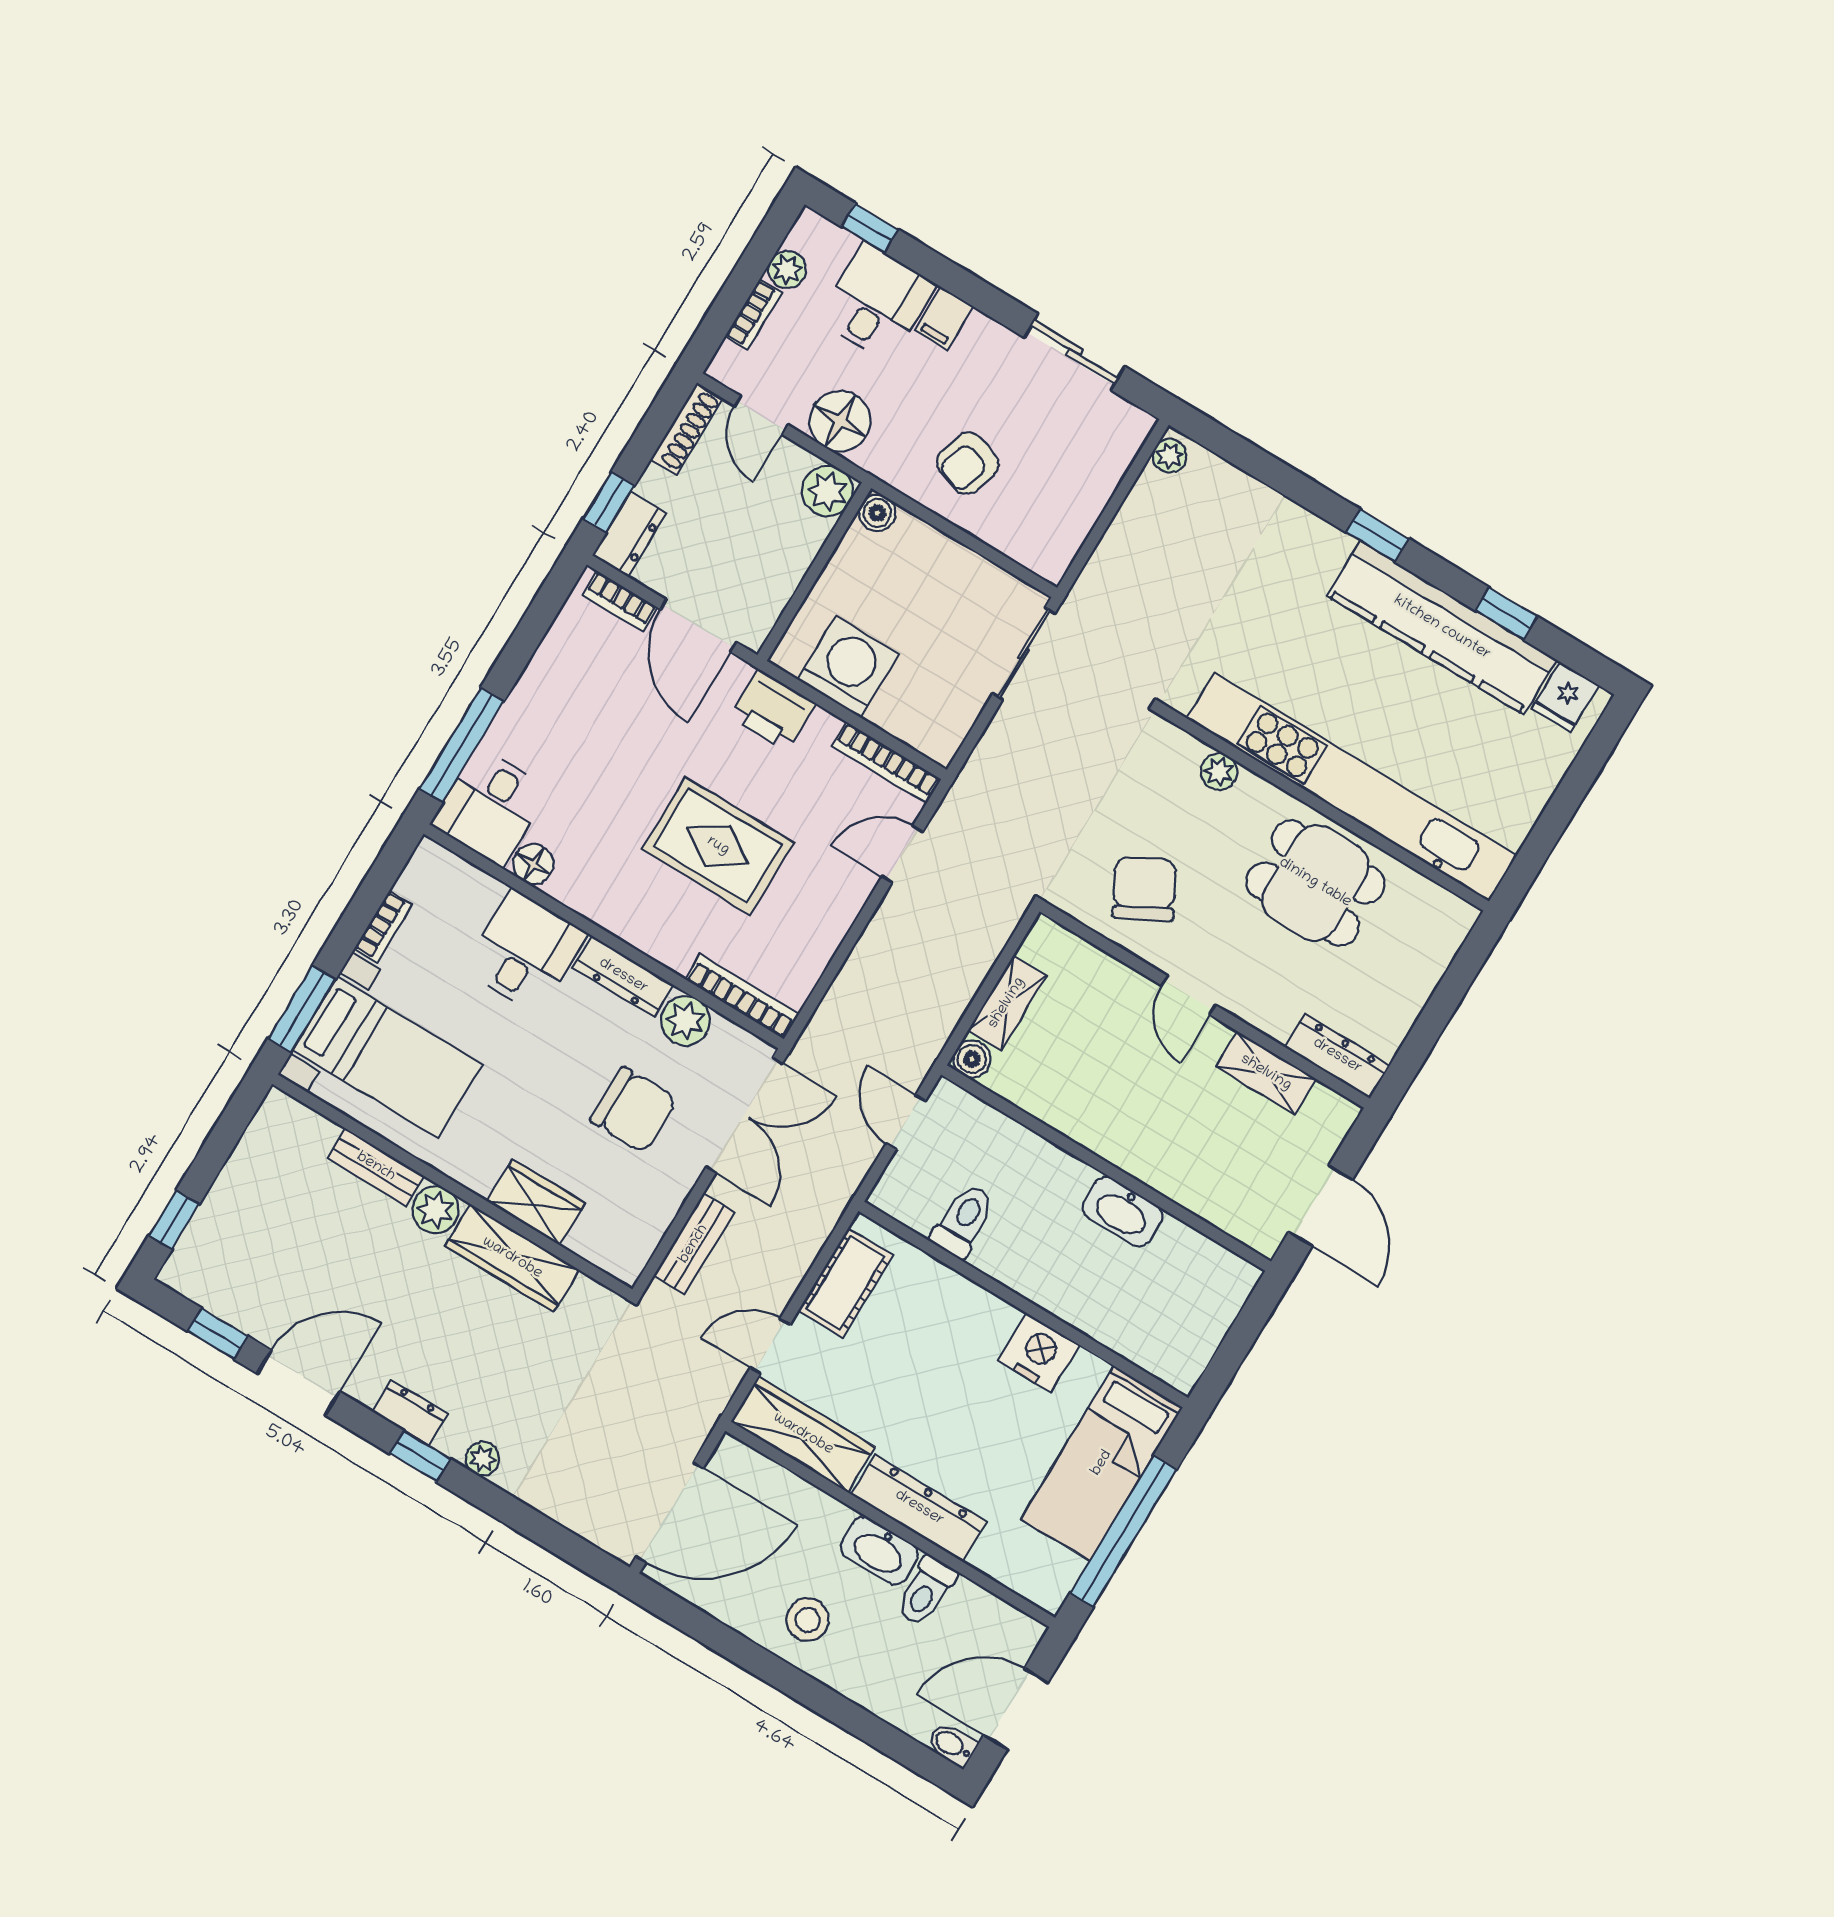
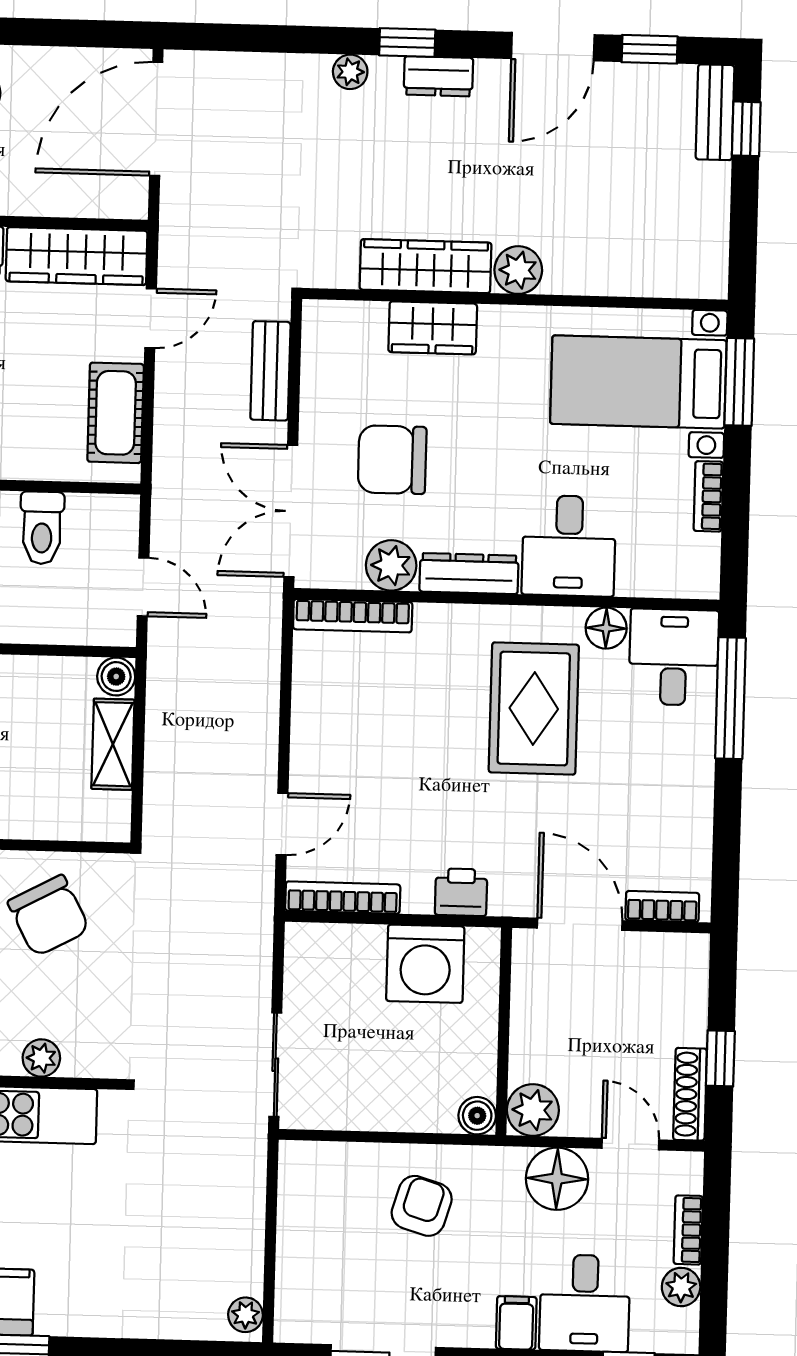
window: (609, 502) -> (720, 1058), moved
dresser: (629, 534) -> (688, 971), removed
printer: (773, 710) -> (461, 892), width x0.73, depth x0.81
rug: (718, 846) -> (534, 709), moved, turned 90
bench: (376, 1167) -> (715, 112), moved, turned 90

